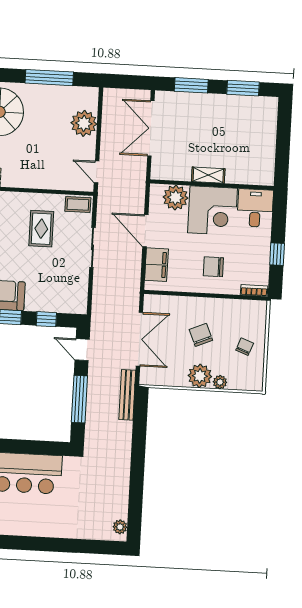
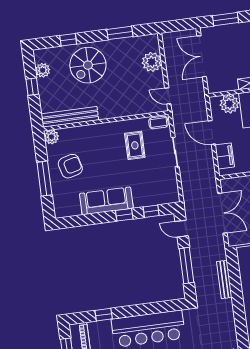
window: (49, 78) -> (120, 33), width x0.69
bench: (127, 395) -> (224, 279), moved

